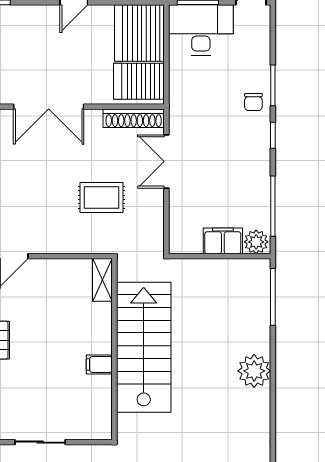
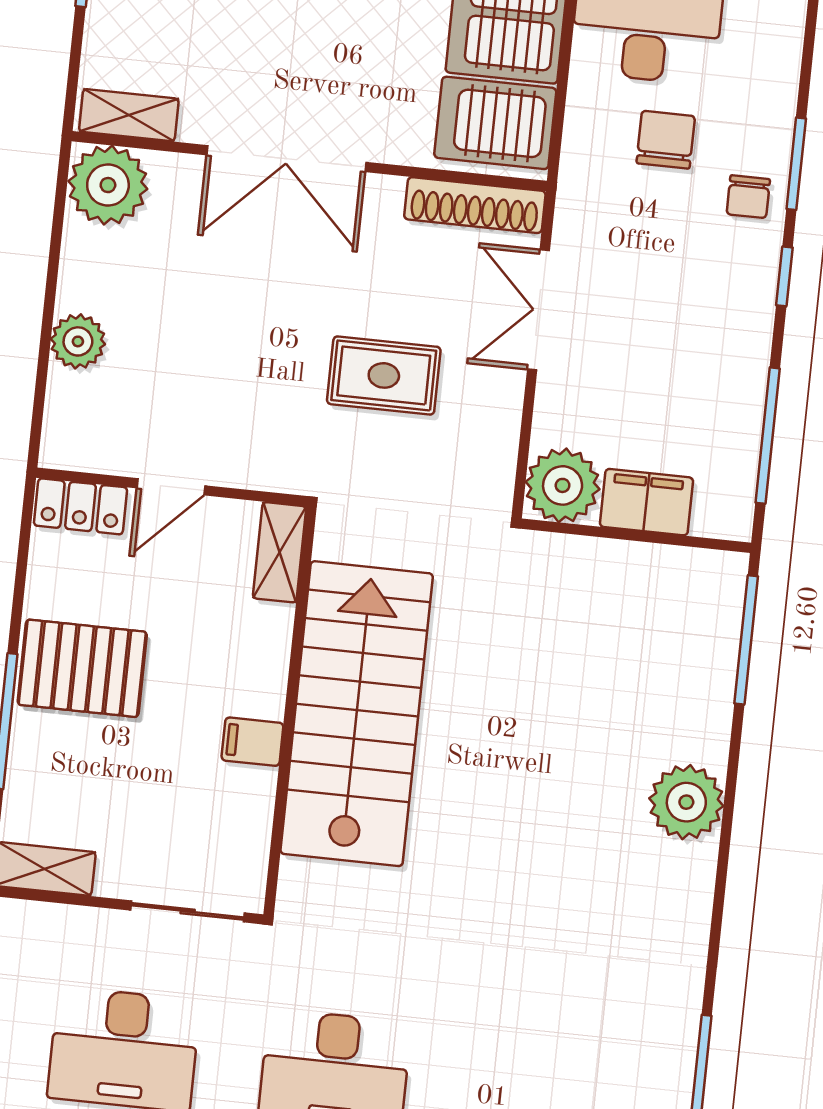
chair: (215, 81) -> (666, 140), added
plant: (256, 242) -> (563, 485), moved, width x1.36, depth x1.36
shelving: (102, 280) -> (280, 552), moved
stairs: (144, 347) -> (357, 714), moved
wall: (114, 349) -> (290, 711), moved
filing cabinet: (99, 364) -> (252, 742), moved

